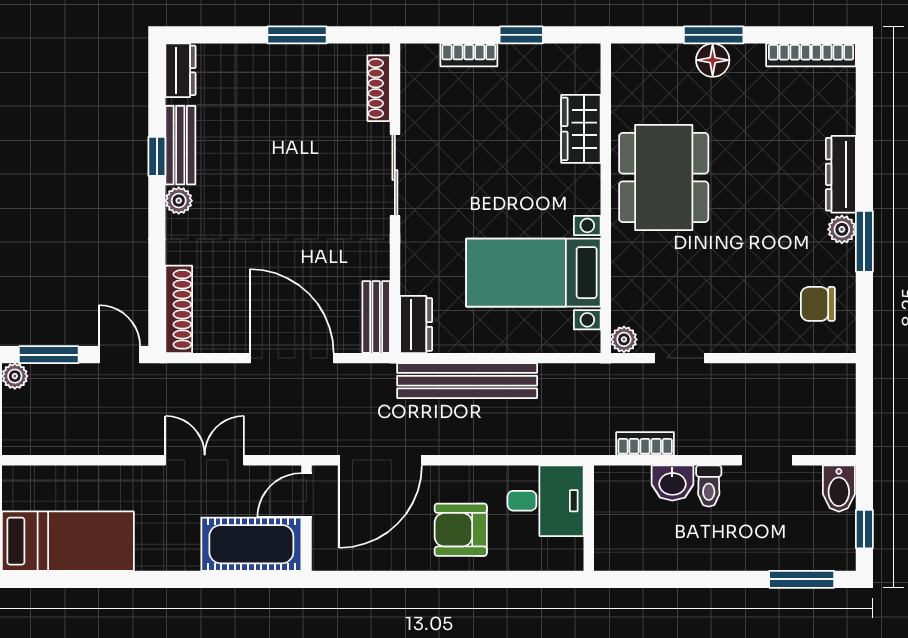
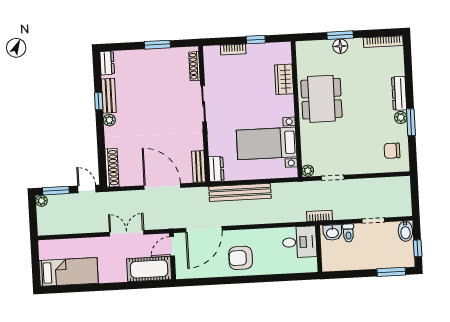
desk: (546, 501) -> (299, 242), moved
wall: (589, 518) -> (319, 249), moved

